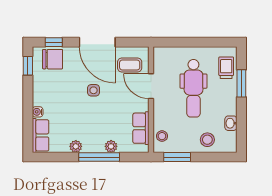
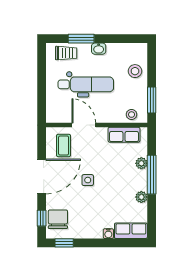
trolley: (226, 68) -> (66, 53), turned 180
door: (151, 86) -> (84, 125), swing flipped
washbasin: (231, 123) -> (99, 49), moved

